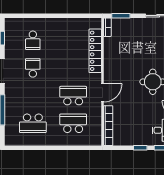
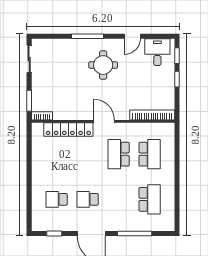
school desk: (33, 40) -> (57, 199), turned 180
door: (103, 93) -> (104, 121), moved
school desk: (73, 123) -> (150, 154), turned 180

